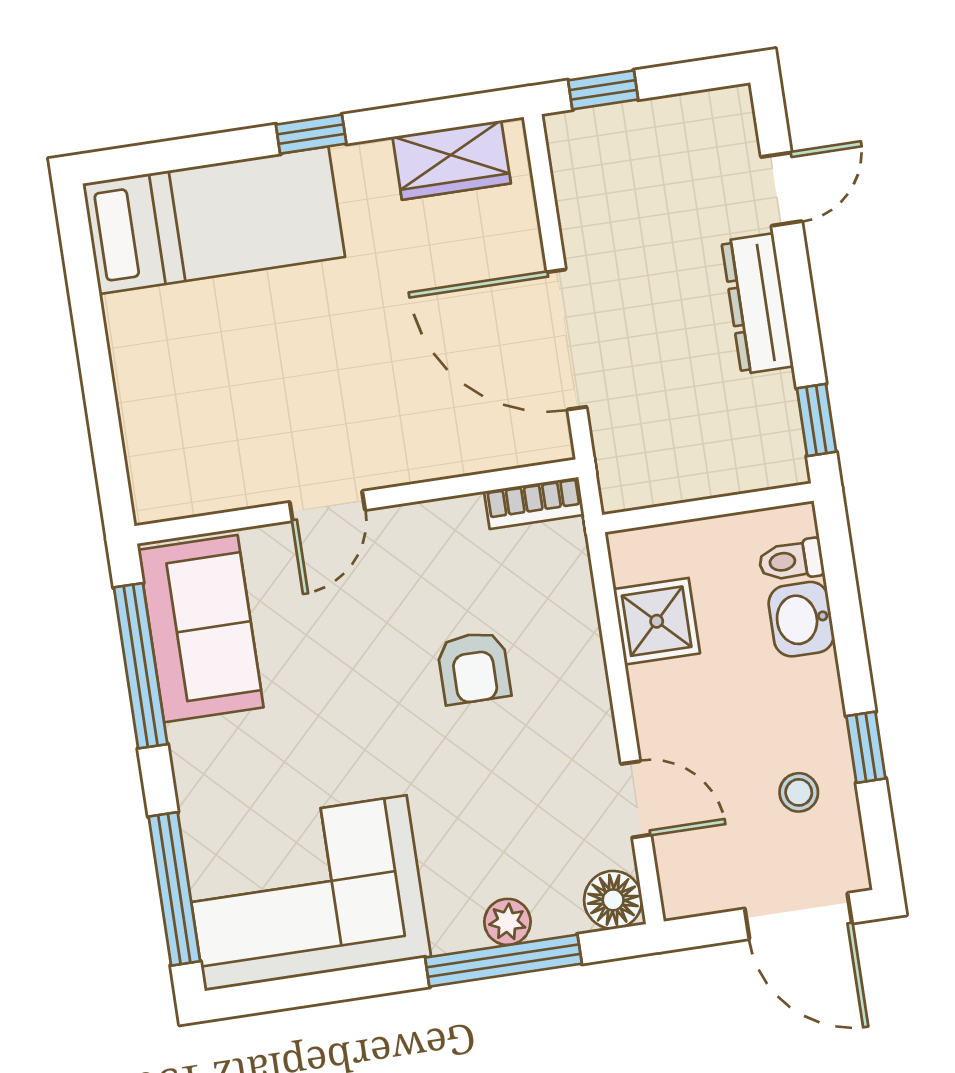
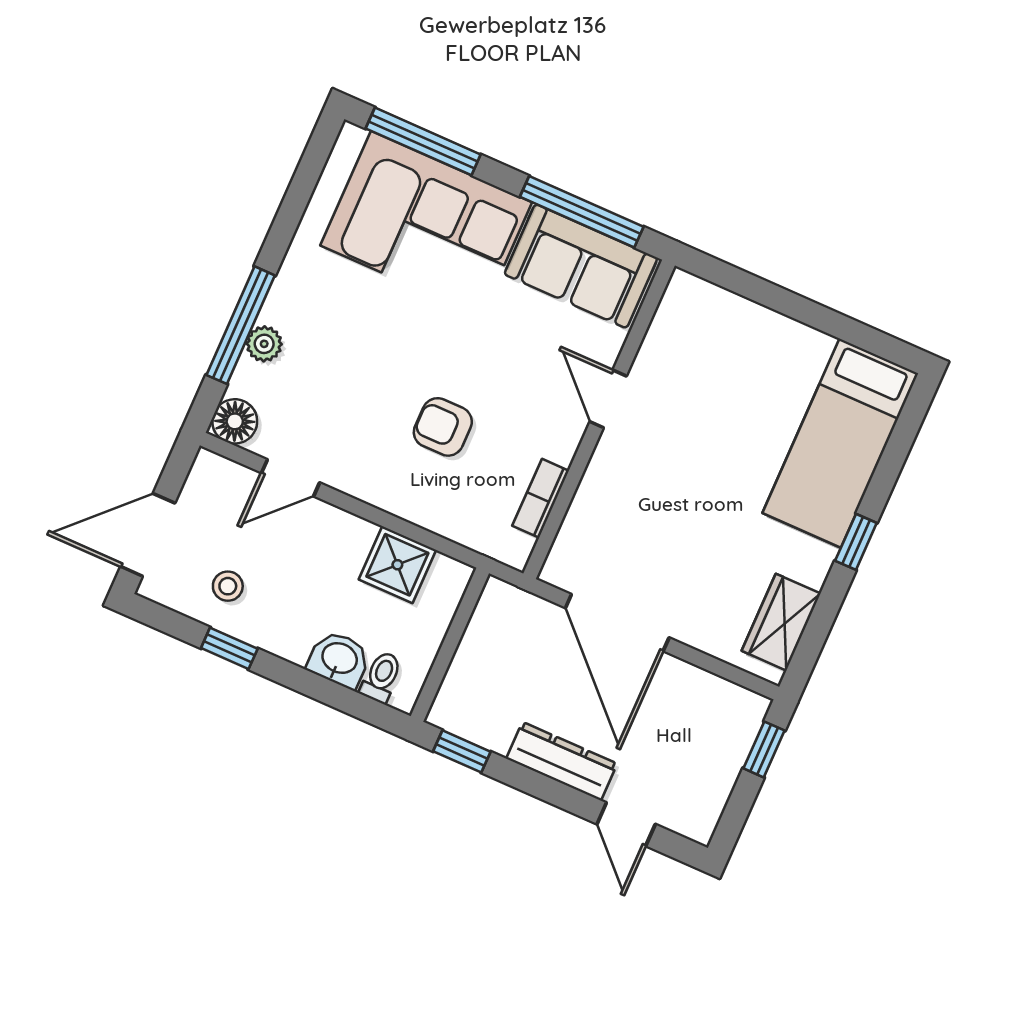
door: (567, 340) -> (617, 623), swing flipped
bookcase: (534, 503) -> (541, 498), moved
corner sofa: (306, 893) -> (426, 224), moved, turned 90

